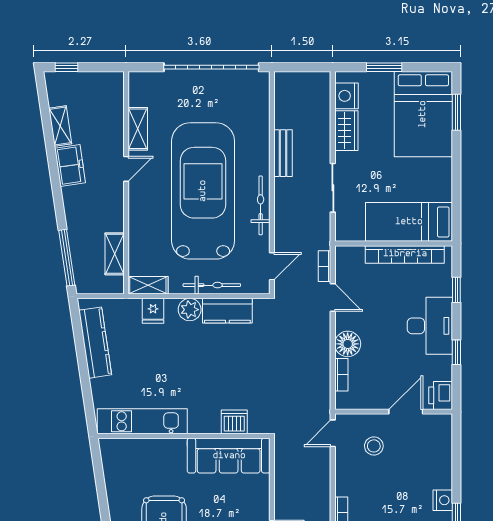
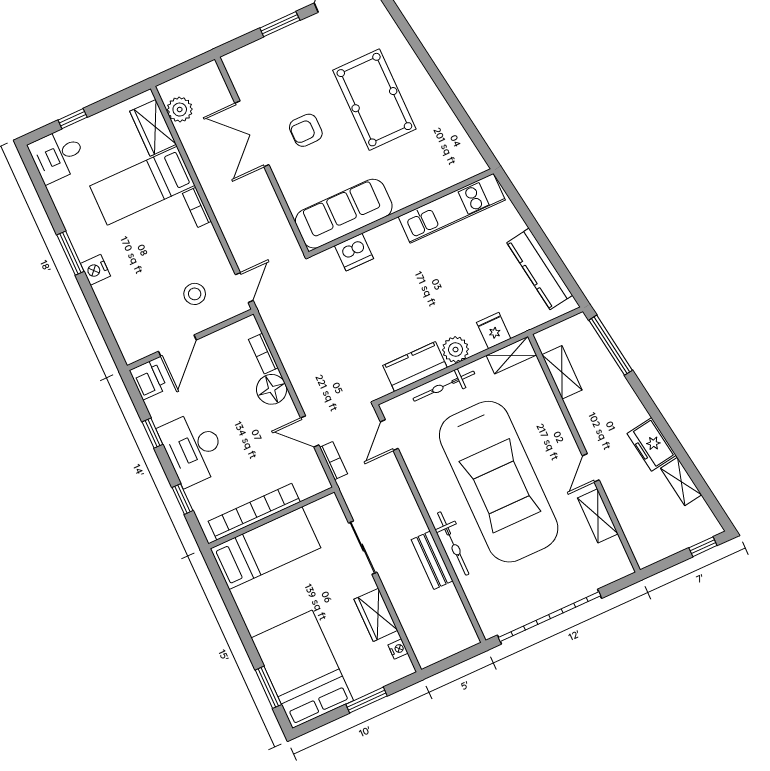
nightstand: (346, 96) -> (398, 649), width x0.53, depth x0.56
bicycle: (261, 205) -> (453, 543), moved

